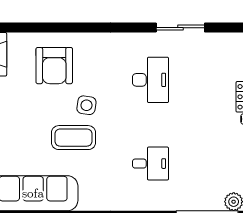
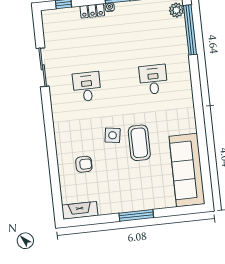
armchair: (54, 66) -> (84, 164), width x0.53, depth x0.53
desk: (150, 80) -> (87, 87), width x0.73

